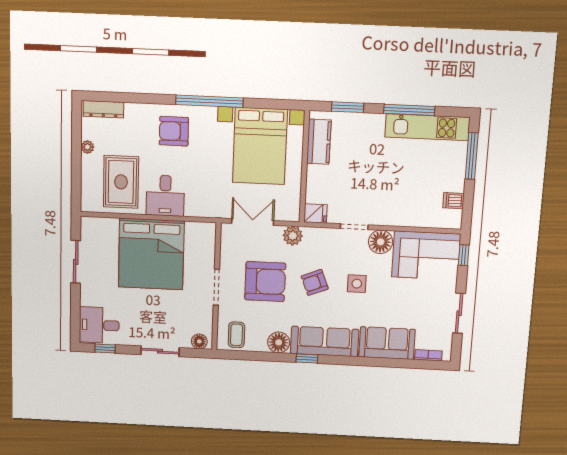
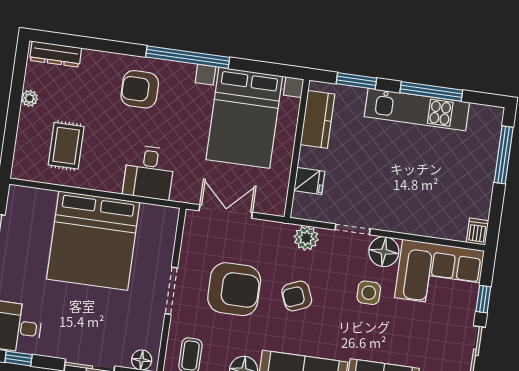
kitchen unit: (427, 127) -> (417, 110), moved
rug: (121, 182) -> (66, 146), width x0.73, depth x0.70
desk: (165, 196) -> (149, 172), moved
dishwasher: (453, 201) -> (477, 232), moved, turned 90
fridge: (315, 213) -> (309, 181), moved
plant: (293, 236) -> (306, 238), moved
window: (464, 255) -> (483, 299), moved
side table: (357, 284) -> (369, 293), moved

